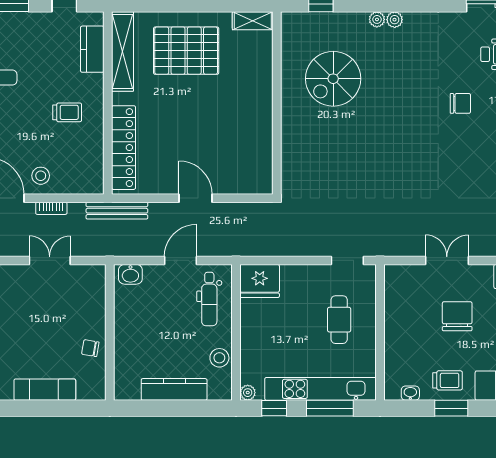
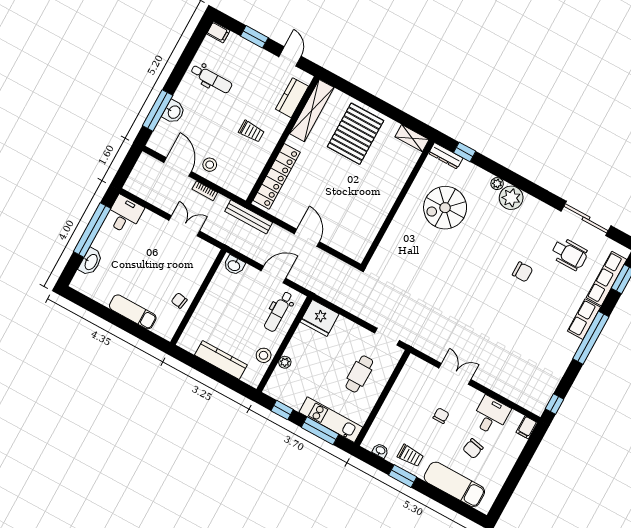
dresser: (302, 20) -> (446, 156), added
plant: (395, 20) -> (511, 198), width x1.87, depth x1.87
pallet: (186, 51) -> (355, 134), turned 90
chair: (457, 316) -> (441, 416), width x0.54, depth x0.54
kitchen unit: (320, 389) -> (331, 420), width x0.73
plant: (248, 393) -> (285, 362), moved

